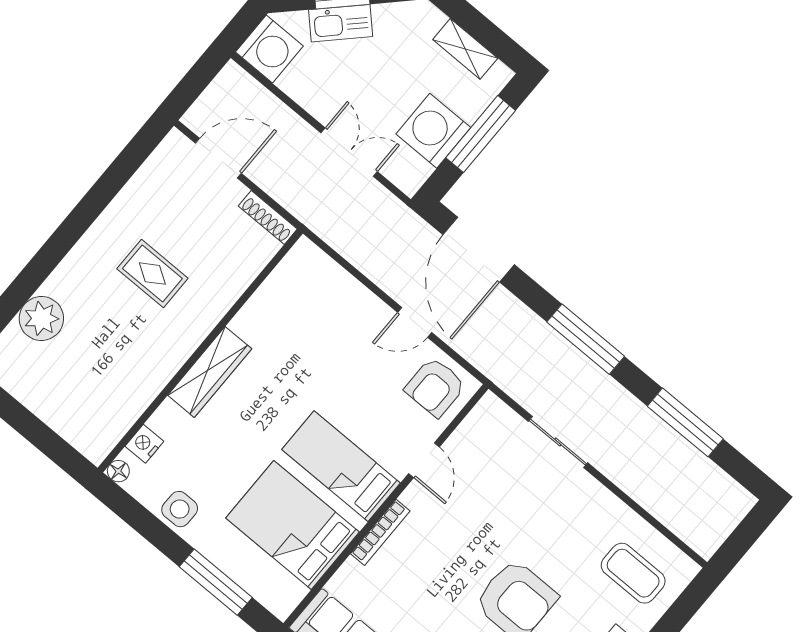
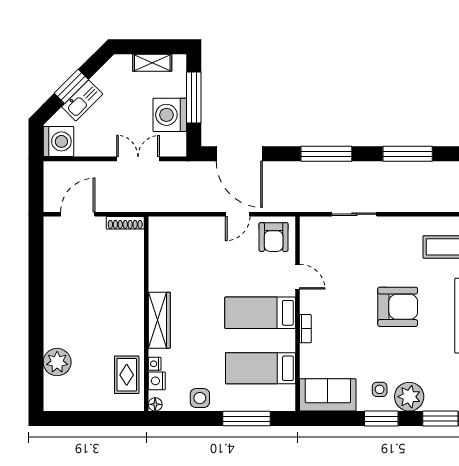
rug: (152, 274) -> (127, 375), moved, turned 90
nightstand: (159, 421) -> (155, 364), added
bed: (293, 525) -> (260, 368), width x0.67
bookcase: (380, 532) -> (305, 329), width x0.64

